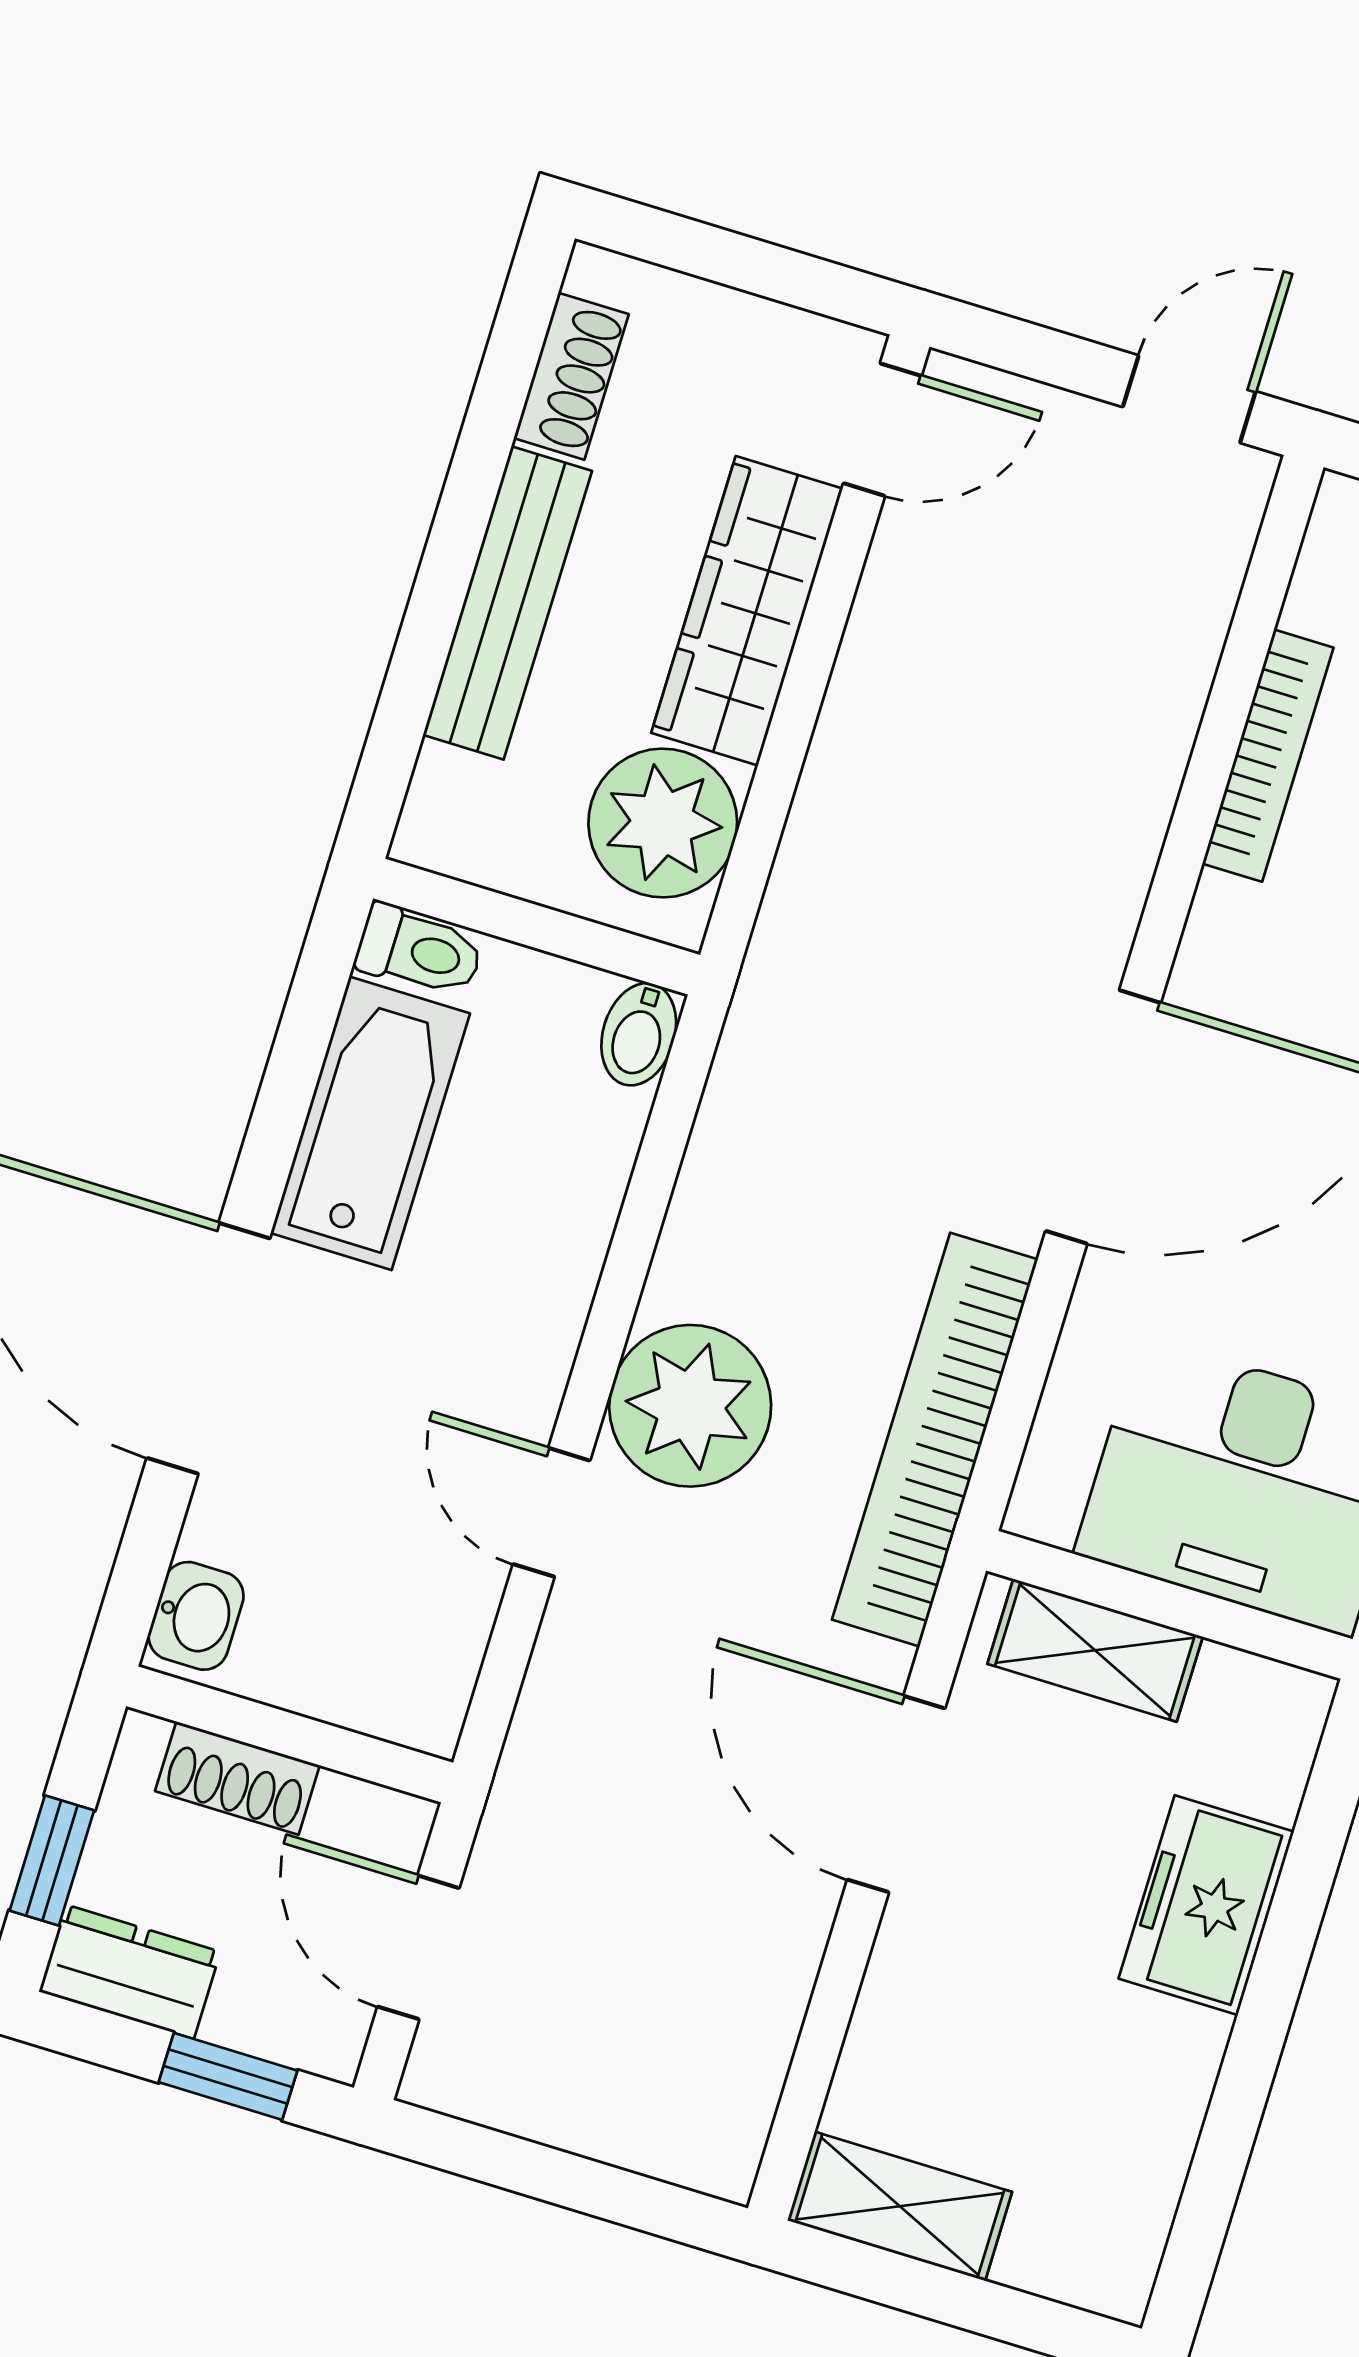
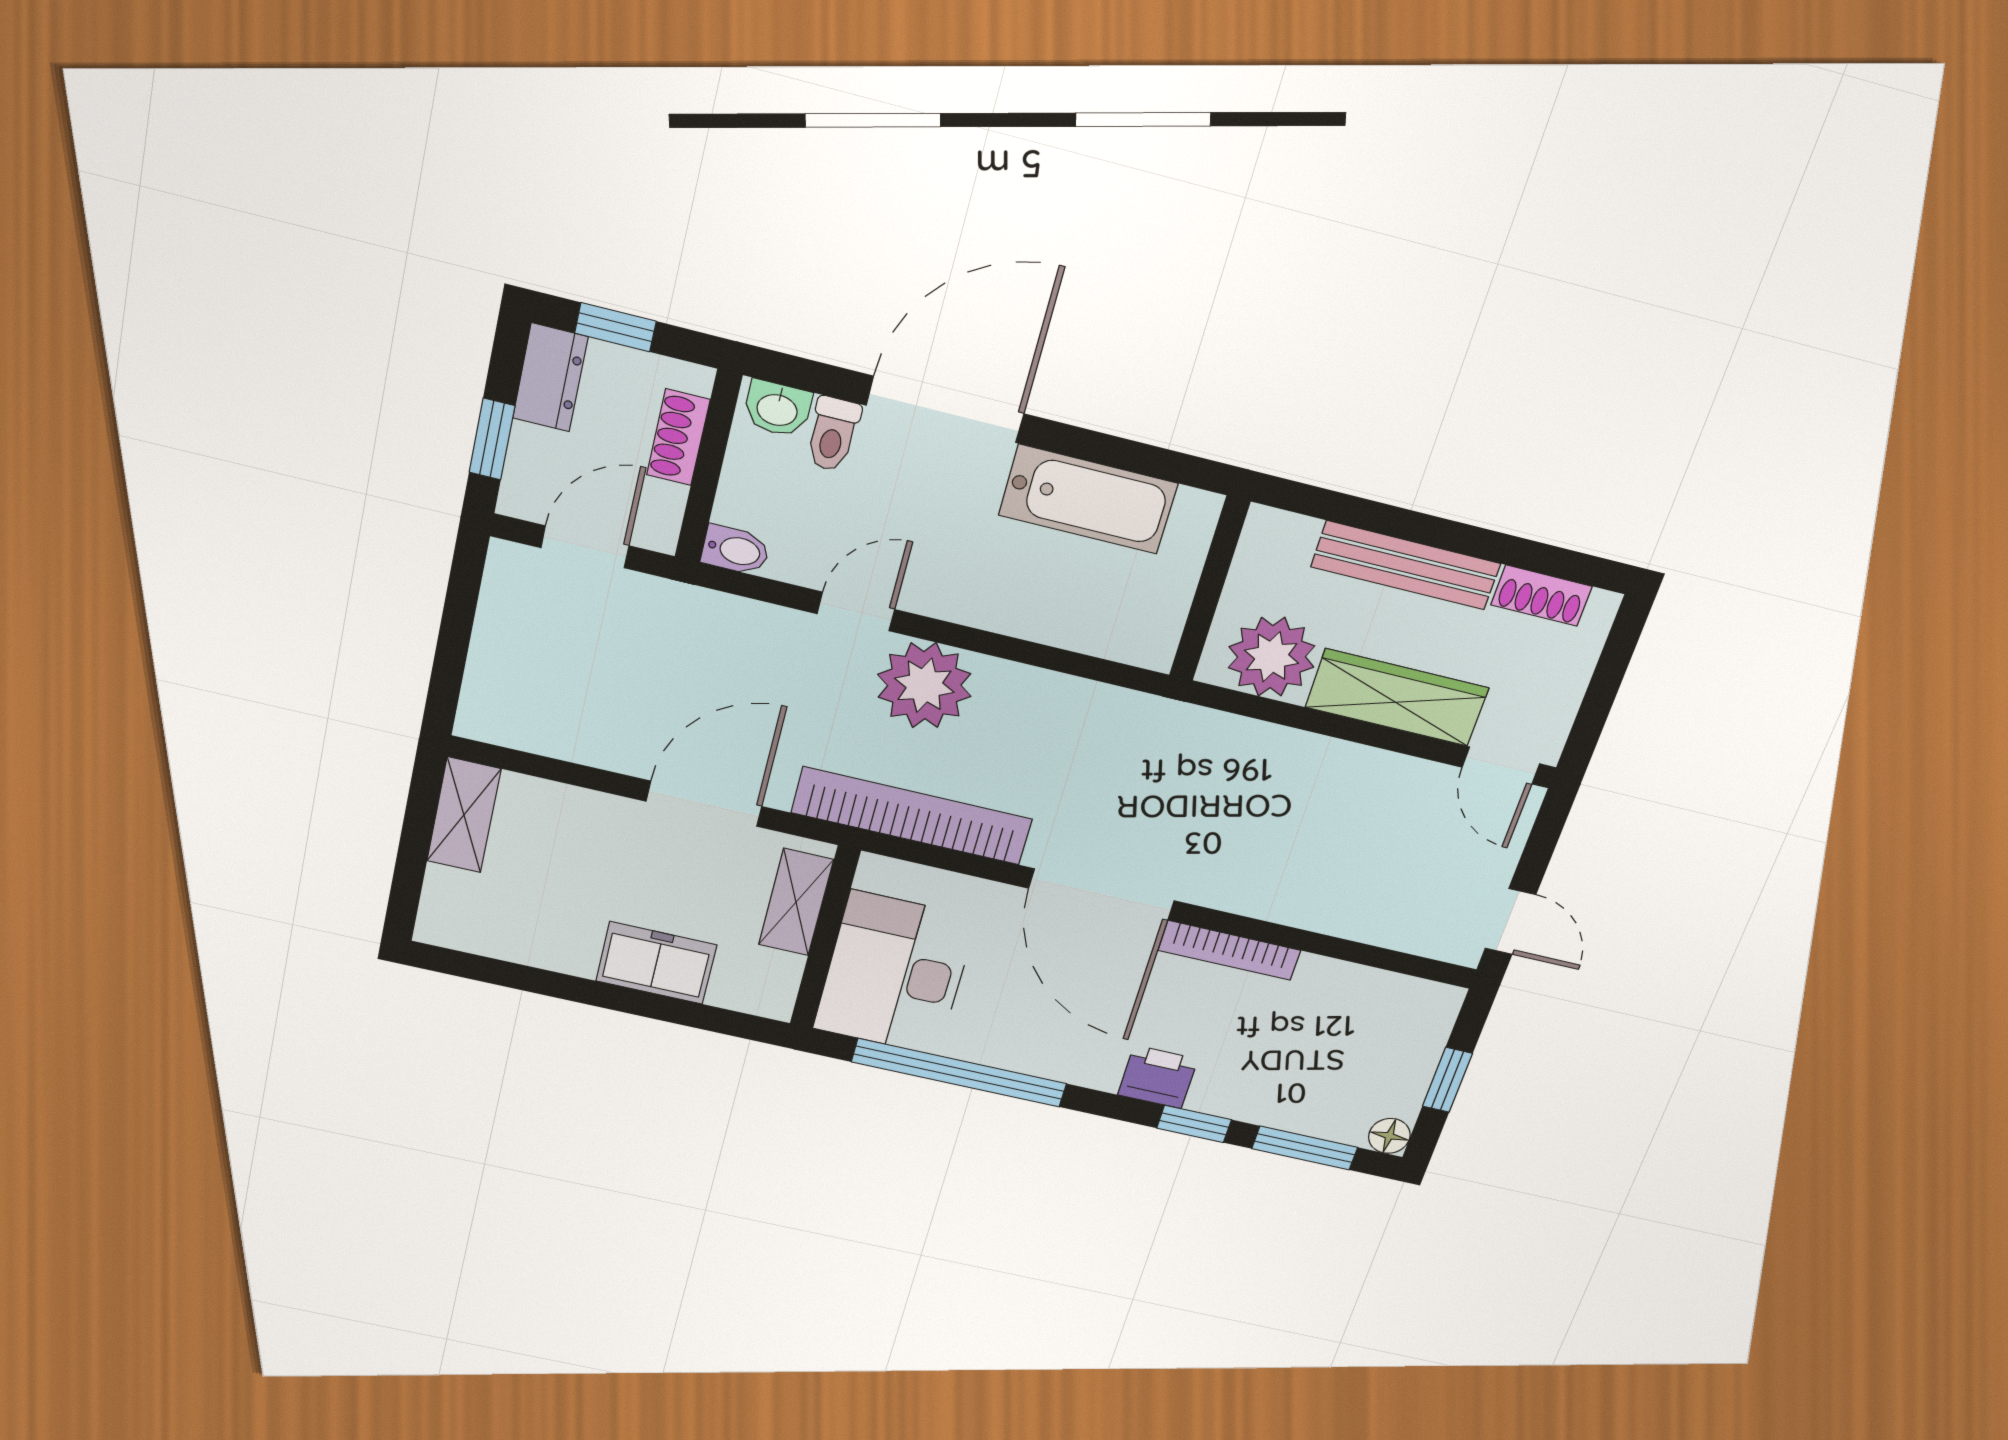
bookcase: (1268, 756) -> (1229, 950), moved
toilet: (419, 951) -> (833, 434), moved
bidet: (639, 1034) -> (735, 550), moved, turned 180

